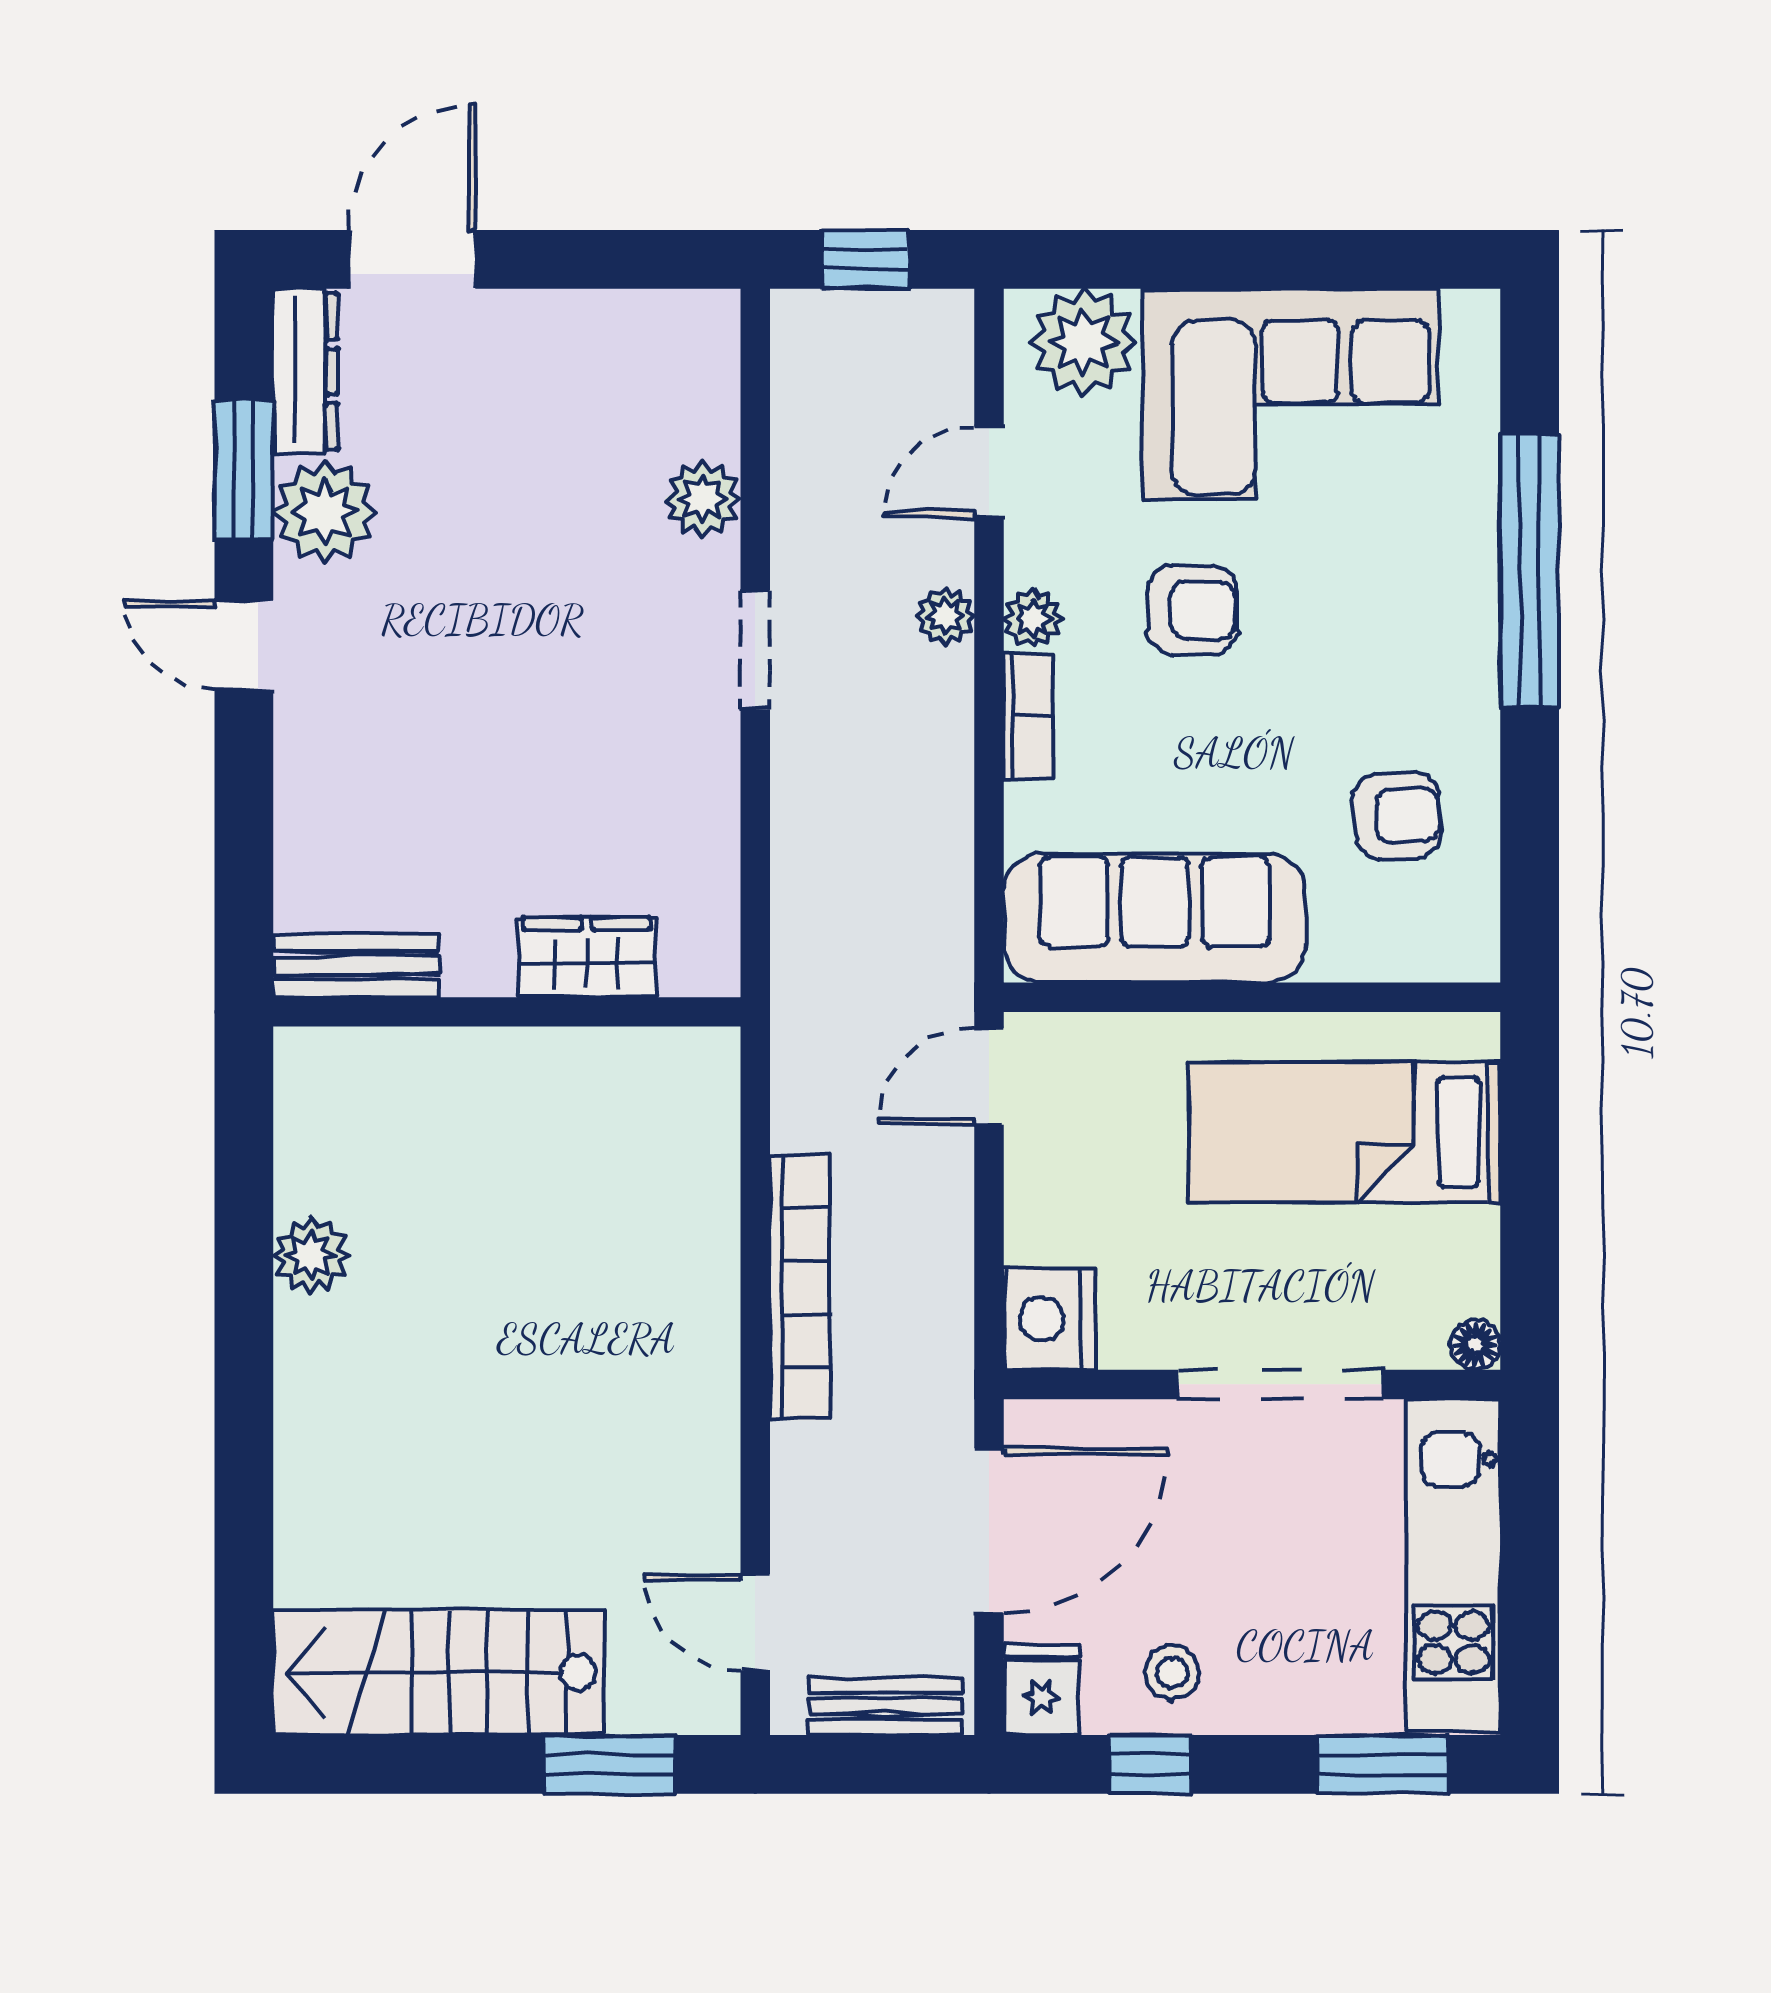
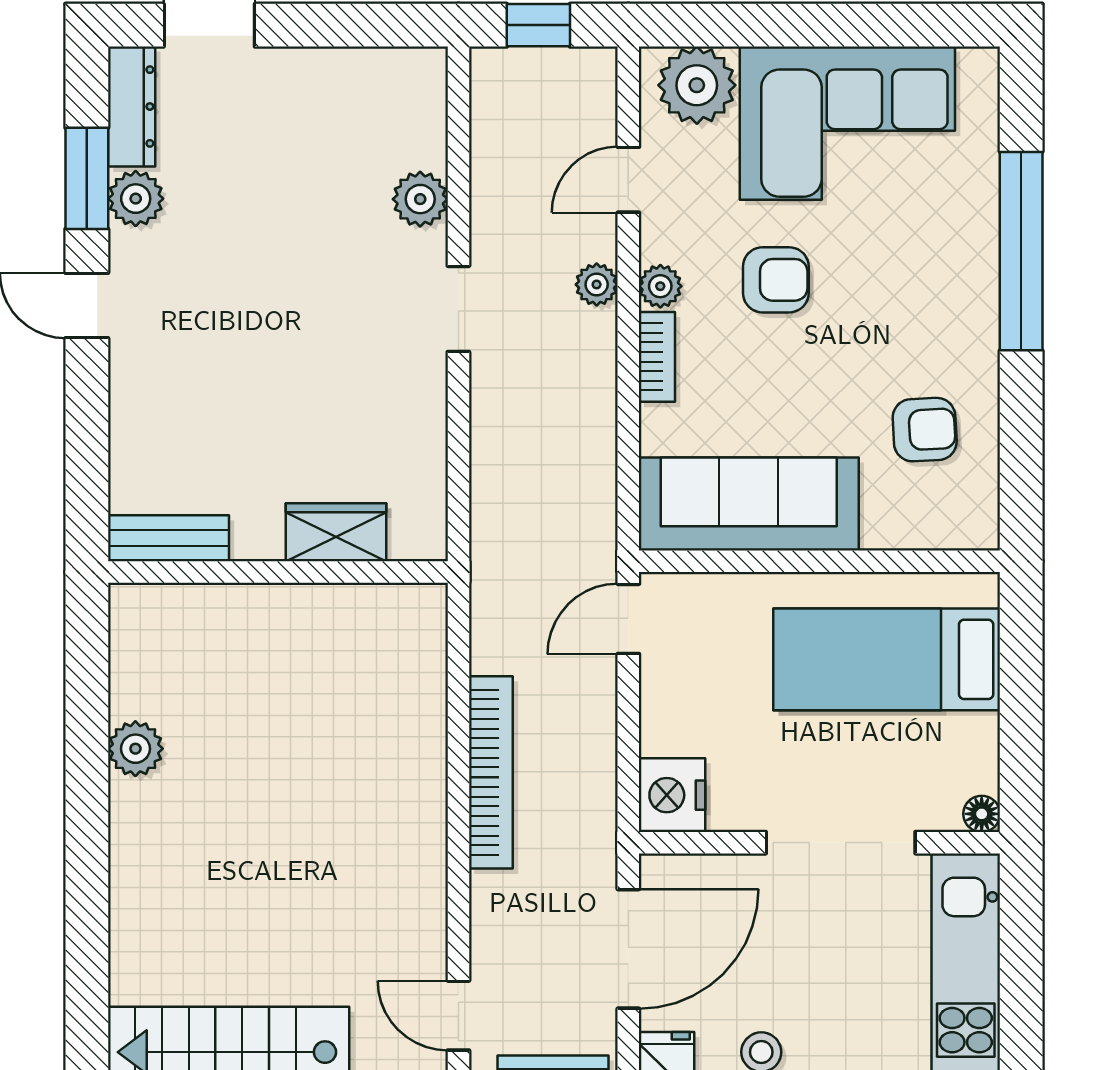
plant: (325, 512) -> (136, 199), width x0.73, depth x0.73

